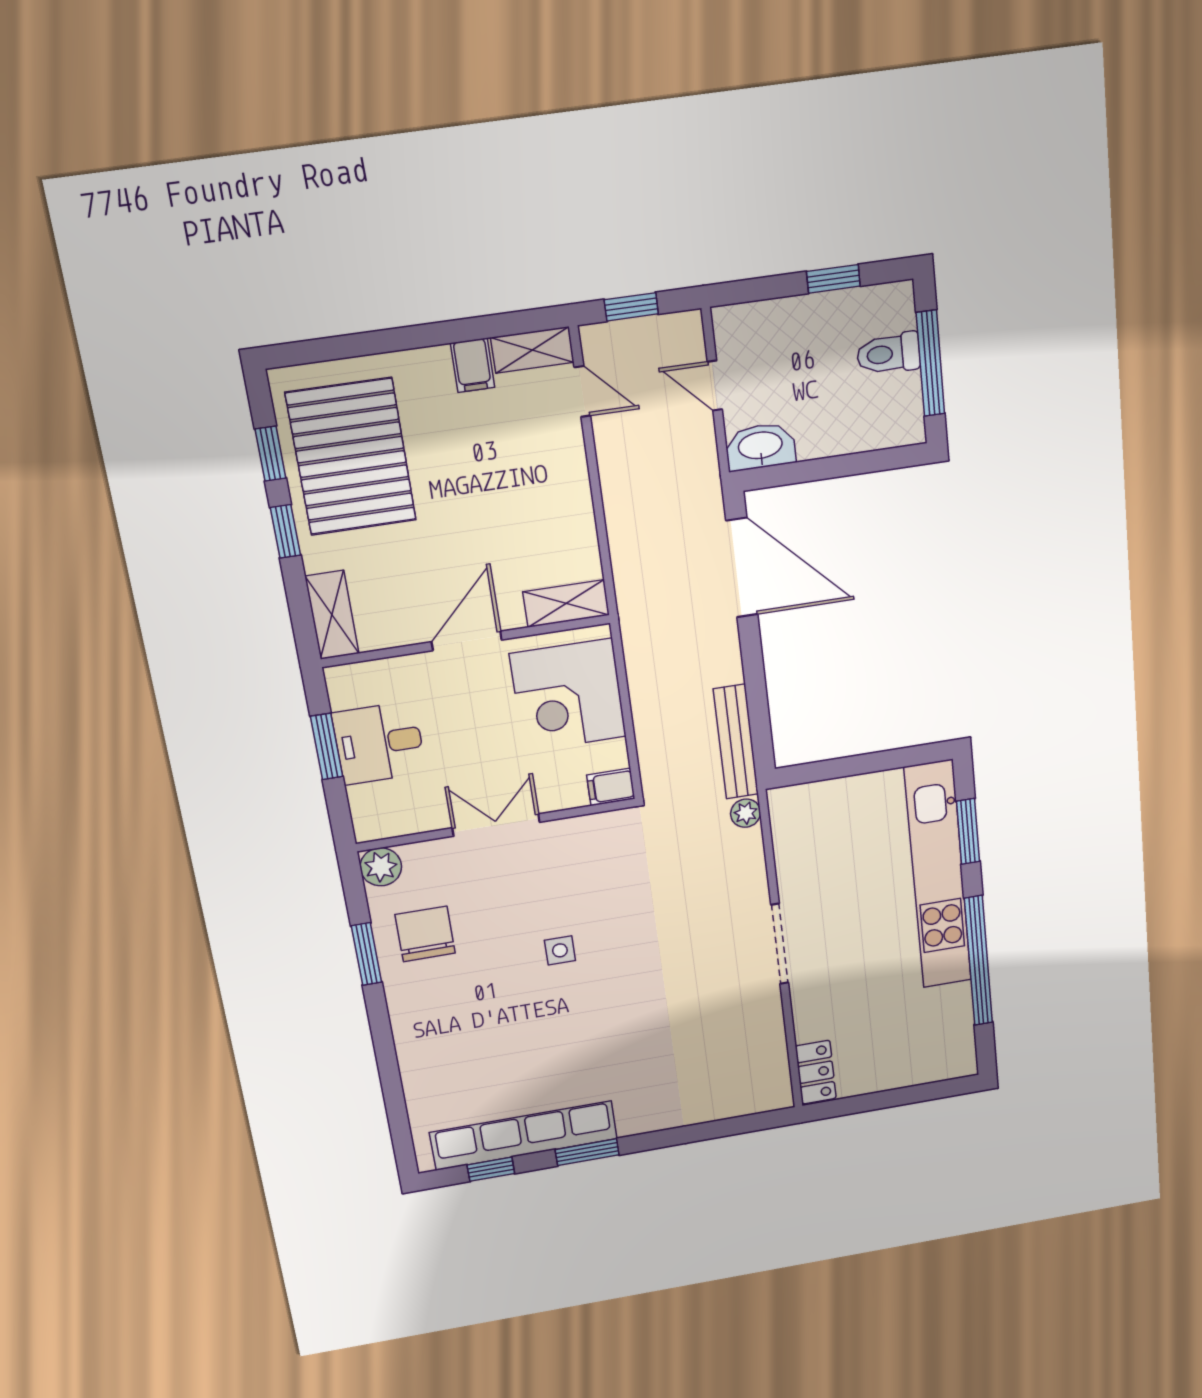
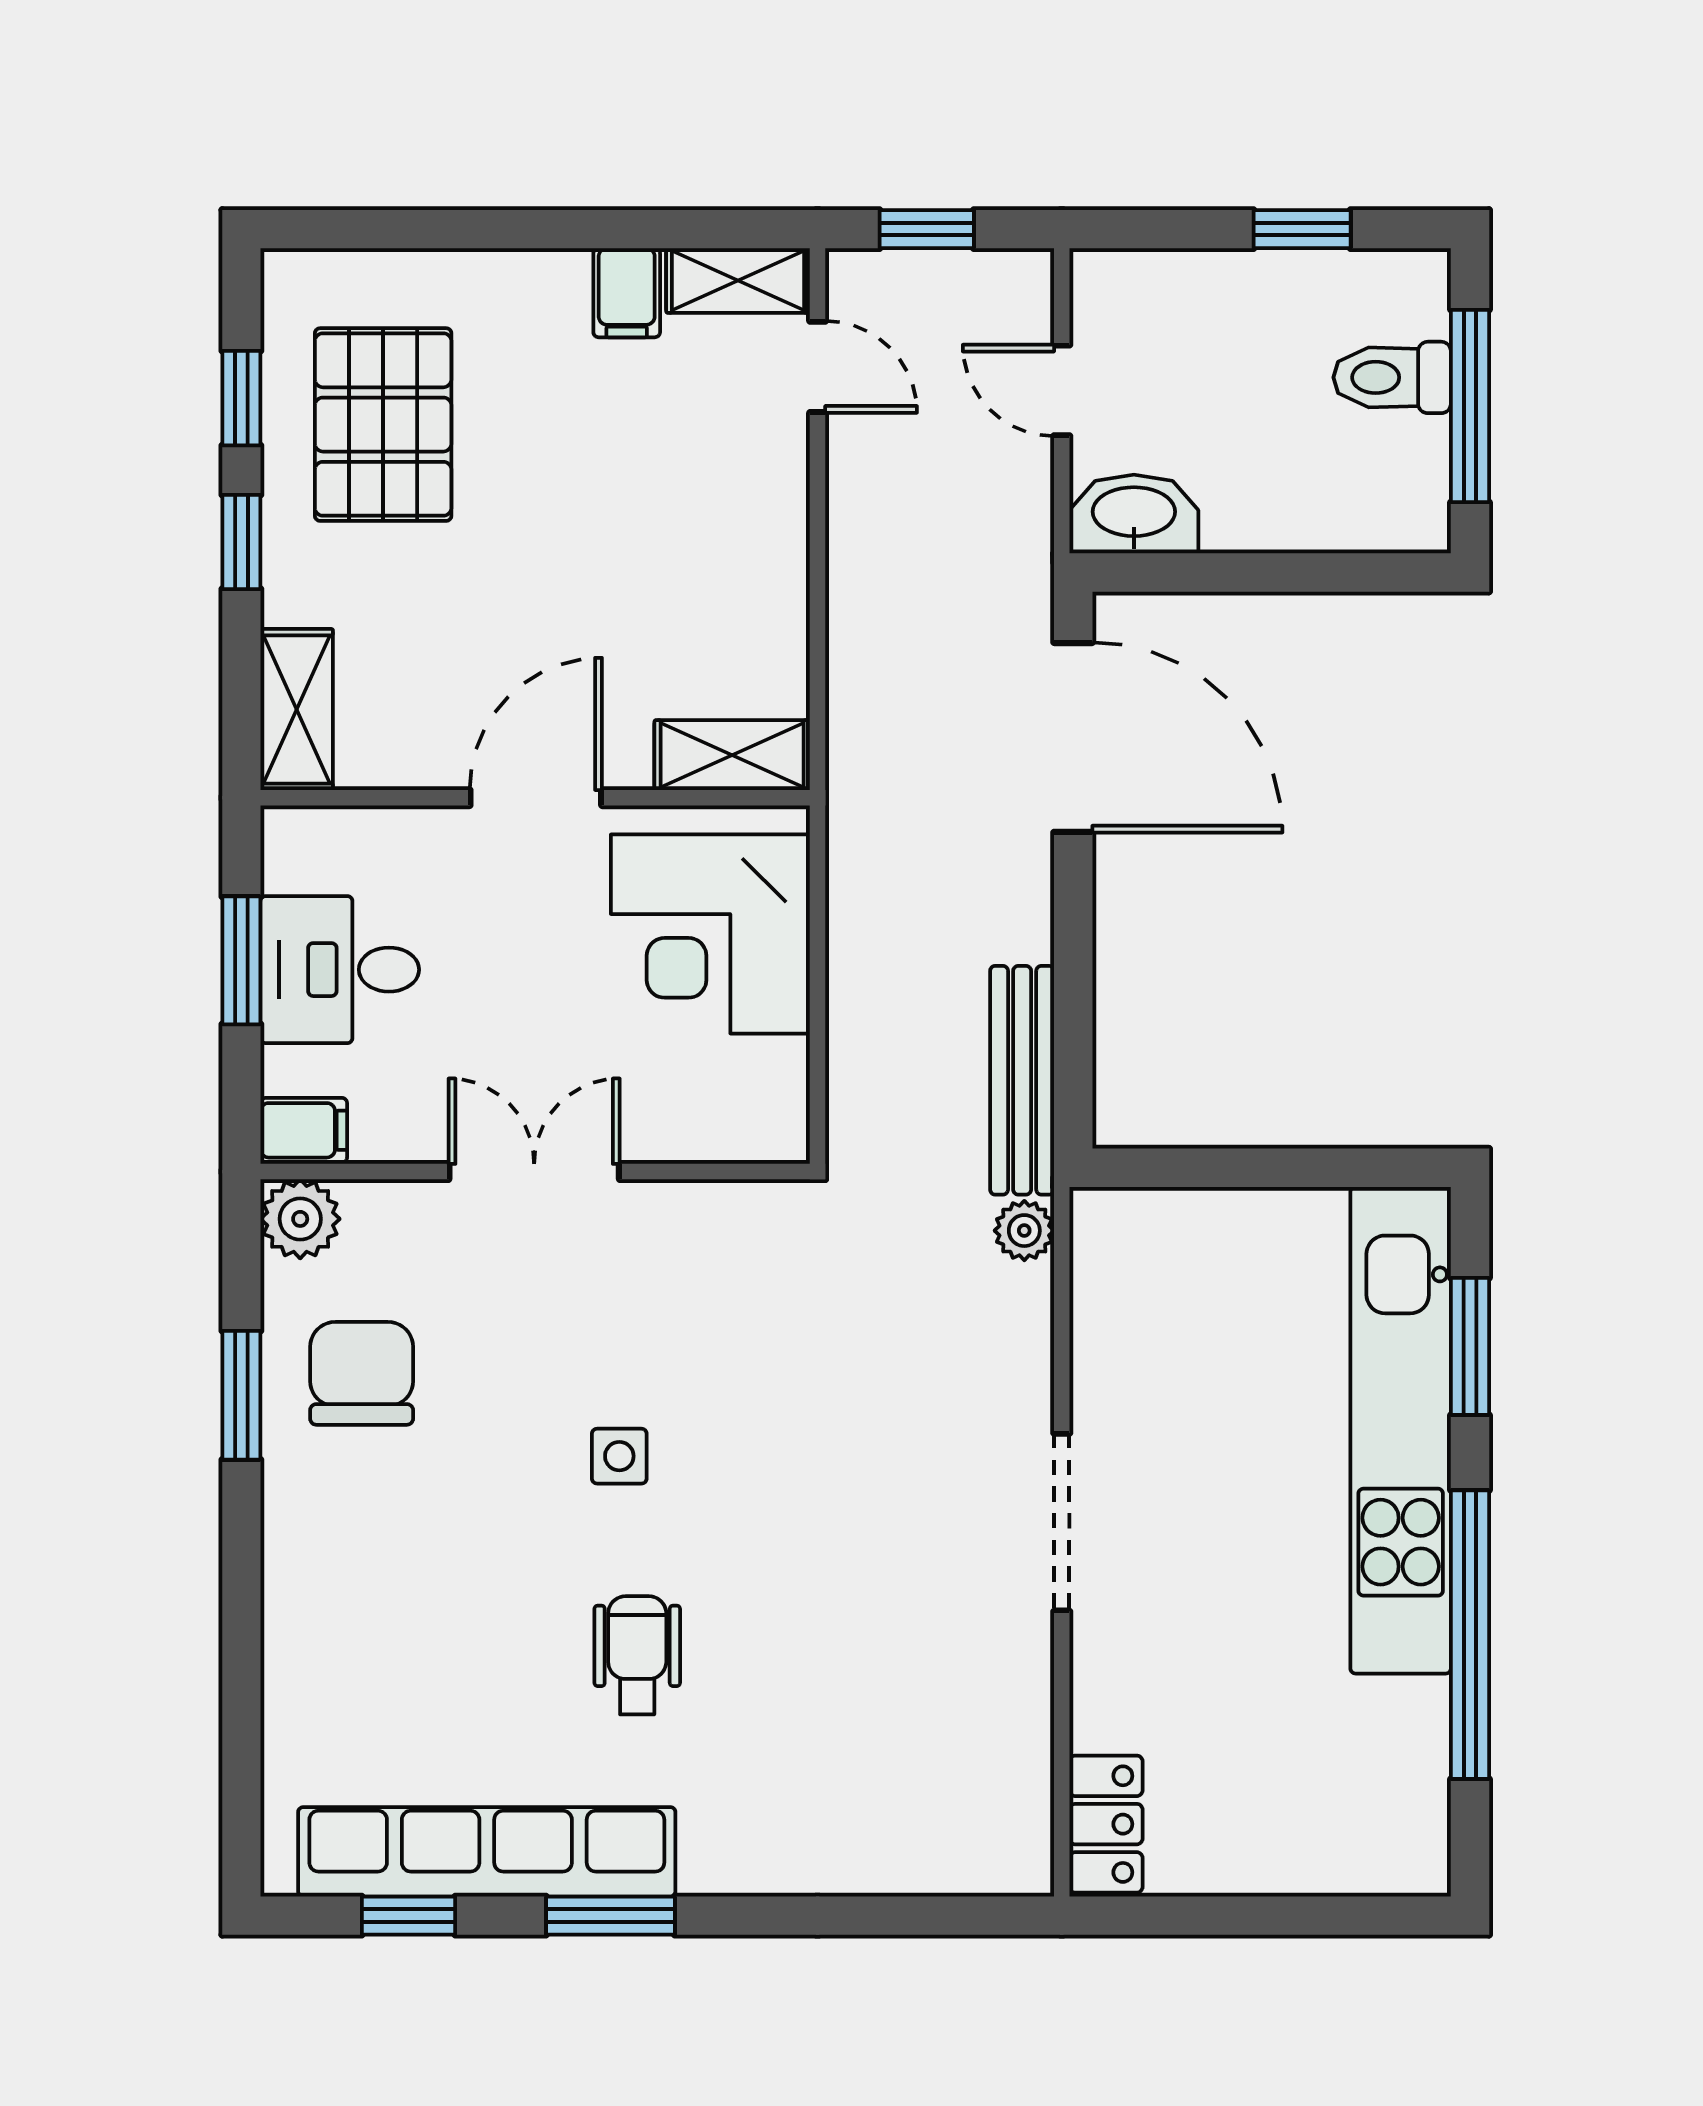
pallet: (351, 457) -> (383, 425), width x0.73, depth x0.71
filing cabinet: (611, 787) -> (304, 1130), moved, turned 180
wheelchair: (583, 1038) -> (637, 1655), added

